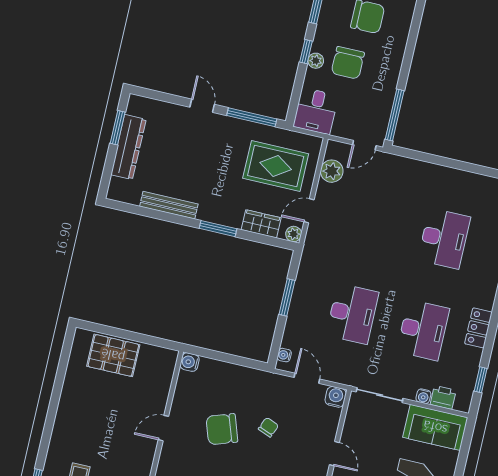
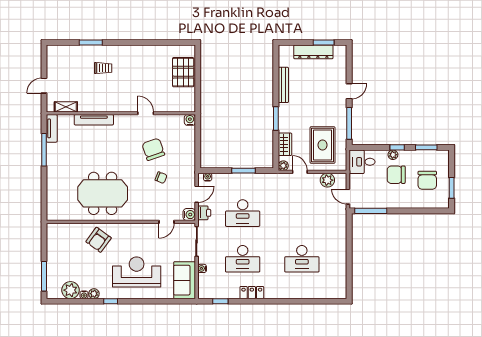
printer: (443, 397) -> (204, 213), moved
door: (334, 454) -> (167, 222), moved

